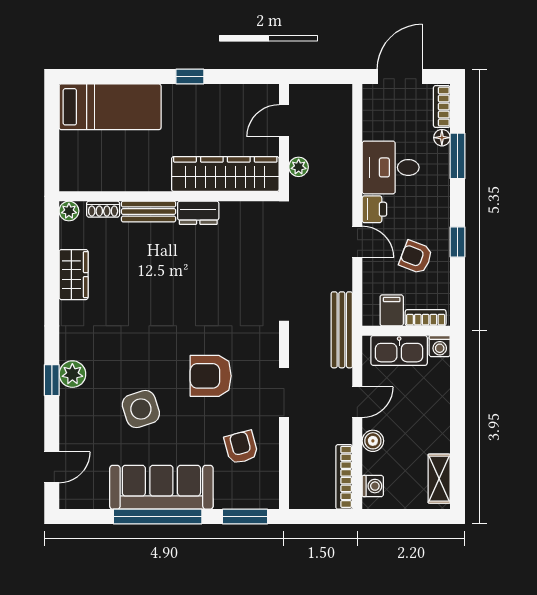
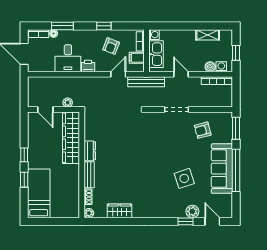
window: (138, 77) -> (24, 180), added
door: (357, 242) -> (118, 74), moved
plant: (72, 374) -> (192, 211), moved
armchair: (211, 376) -> (168, 145), removed
window: (52, 380) -> (186, 221), moved
boiler: (373, 441) -> (210, 67), moved
shelving: (439, 479) -> (208, 35), moved
window: (402, 517) -> (236, 53), added

